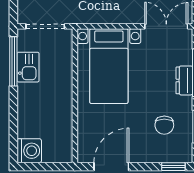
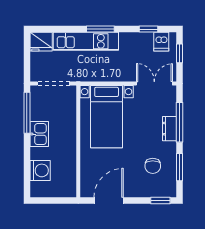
kitchen sink: (28, 67) -> (39, 134), moved
washing machine: (29, 151) -> (40, 170), moved

